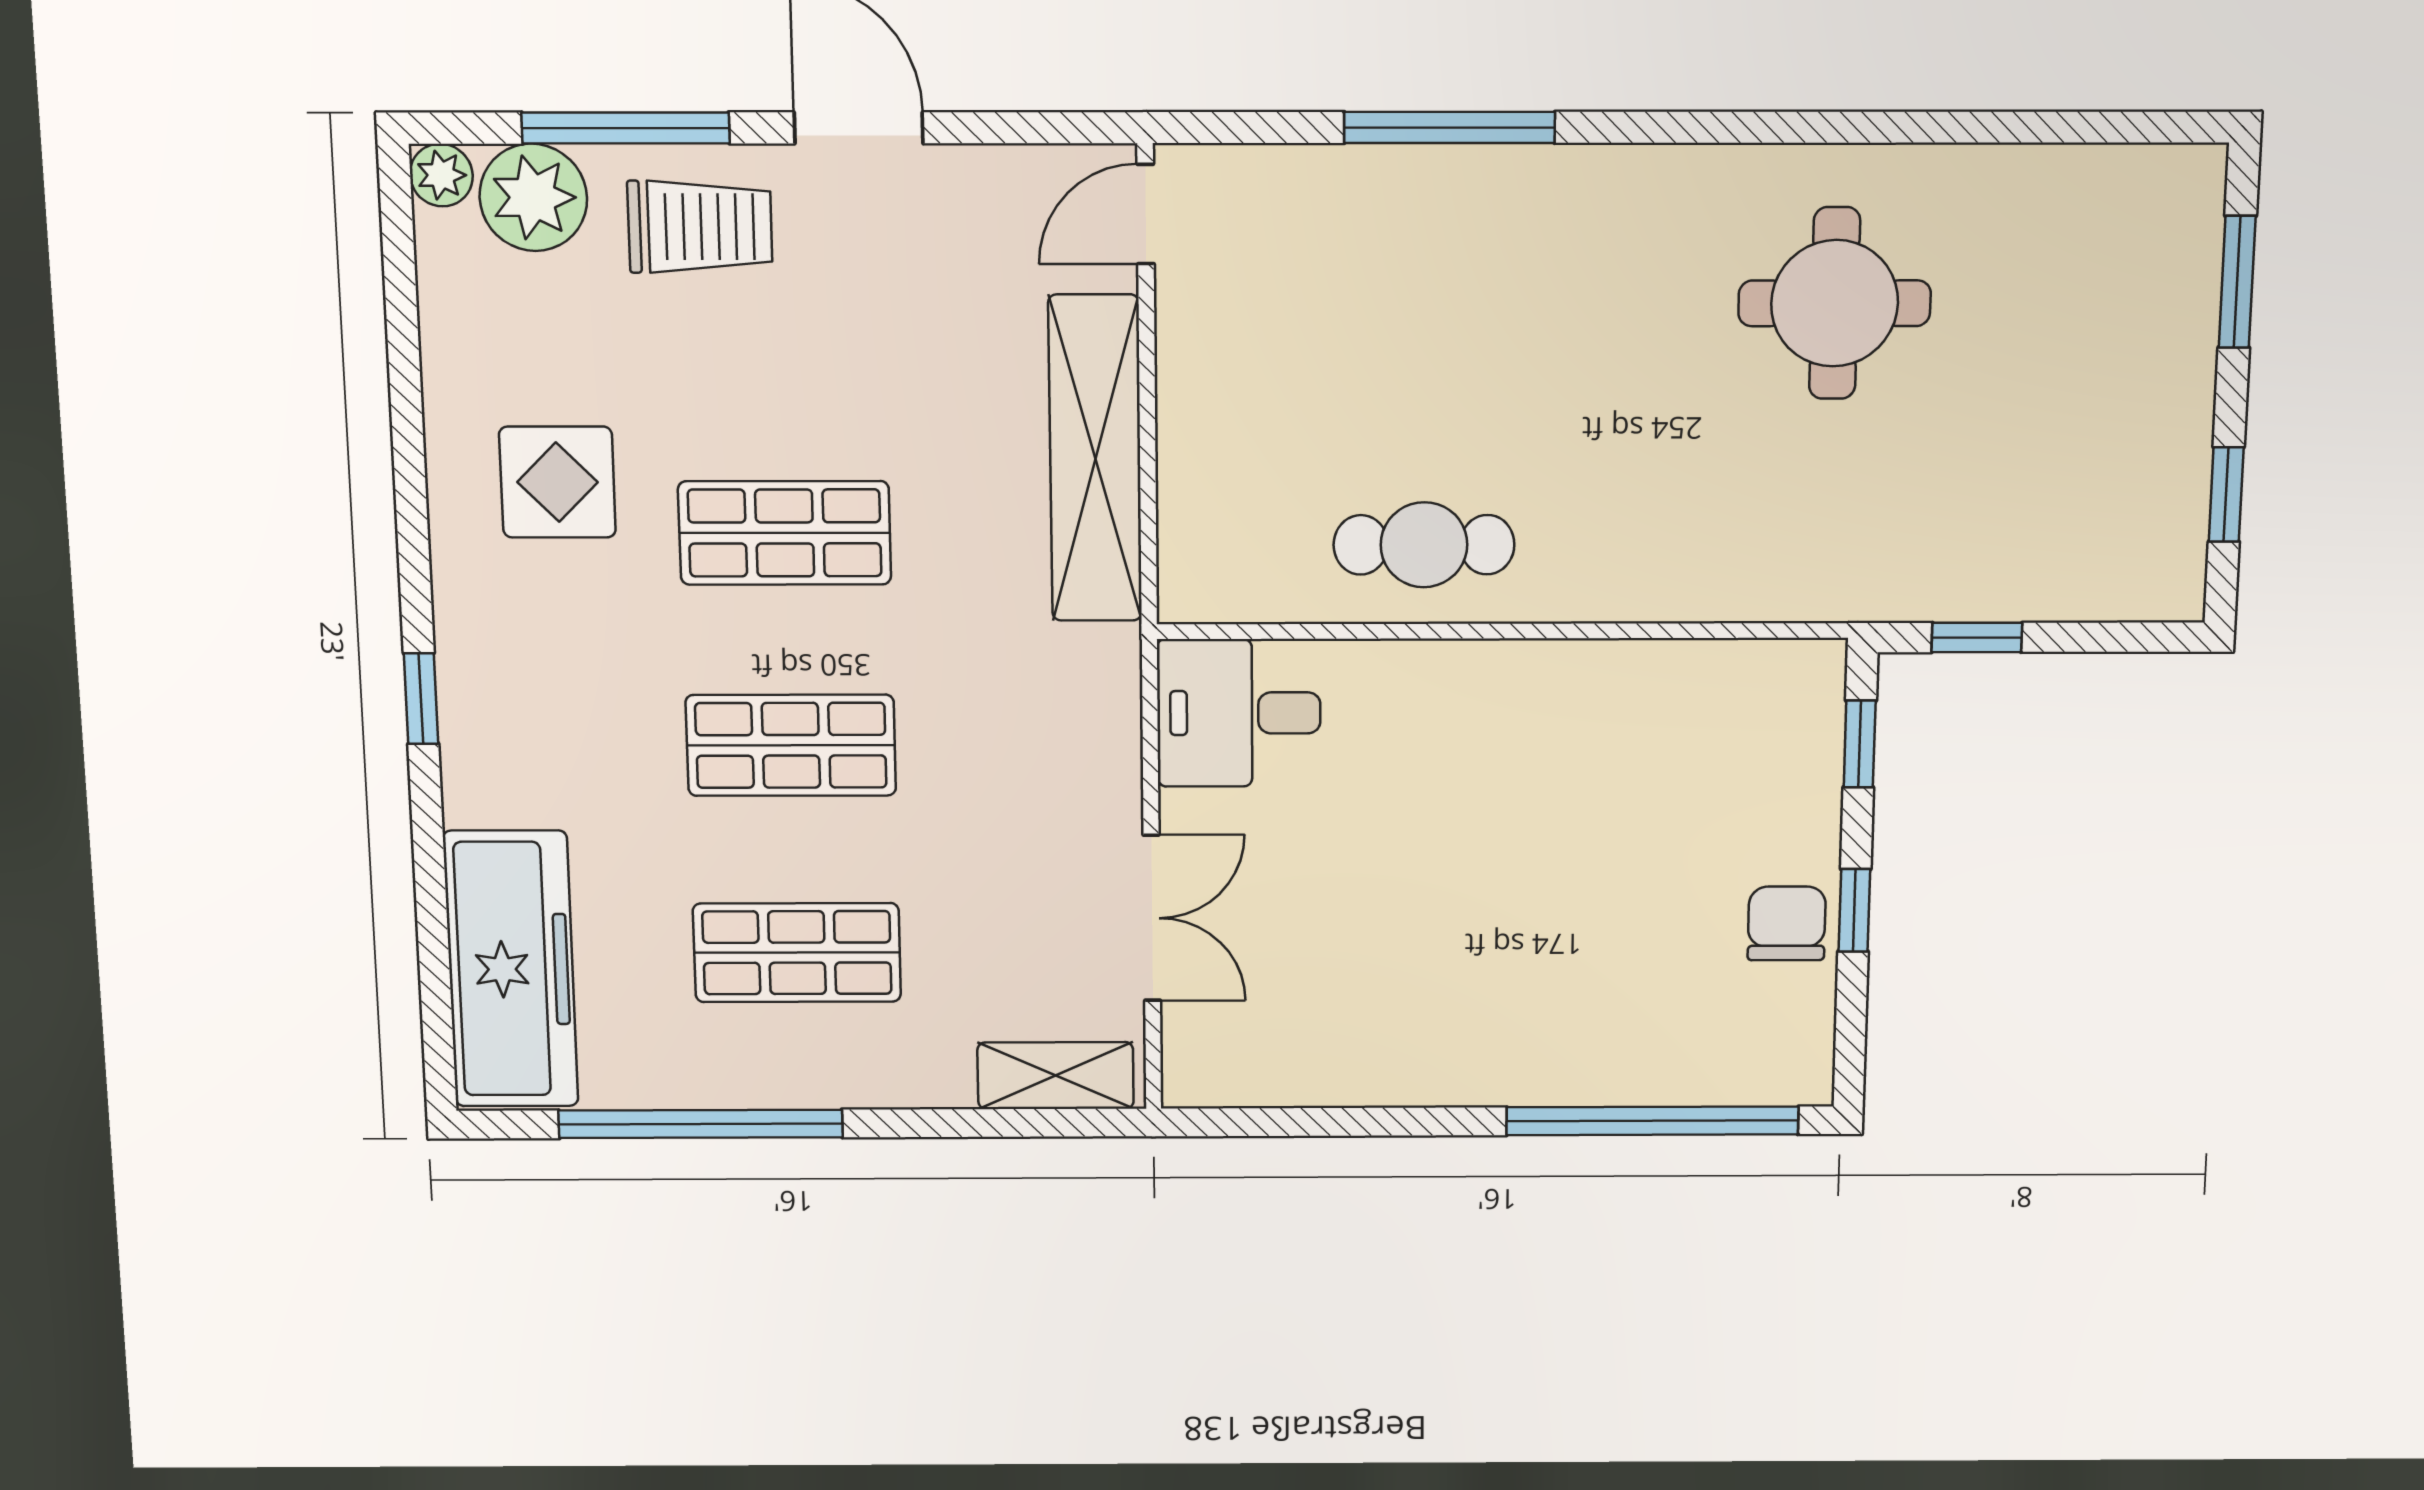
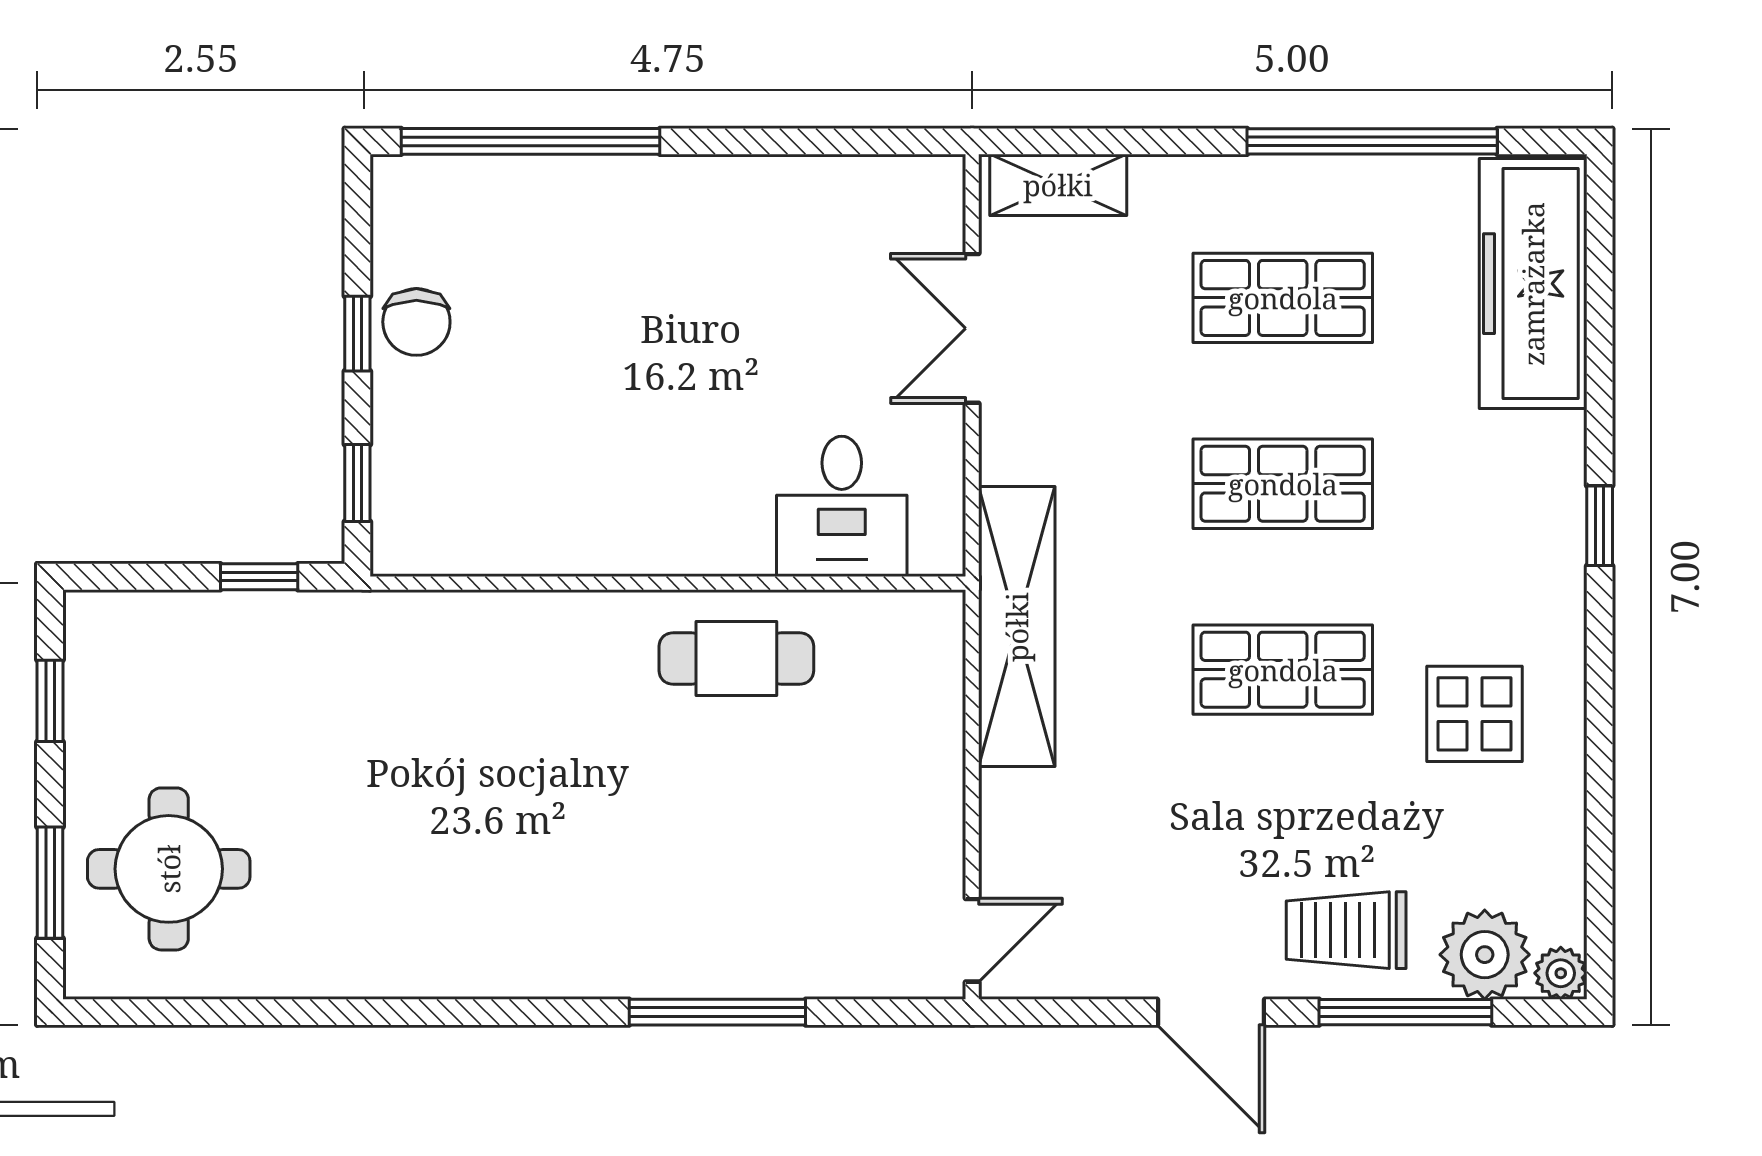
round table: (1835, 303) -> (169, 869), moved
shelving: (1095, 459) -> (1017, 627), moved
desk: (1239, 713) -> (842, 506), moved, turned 90

